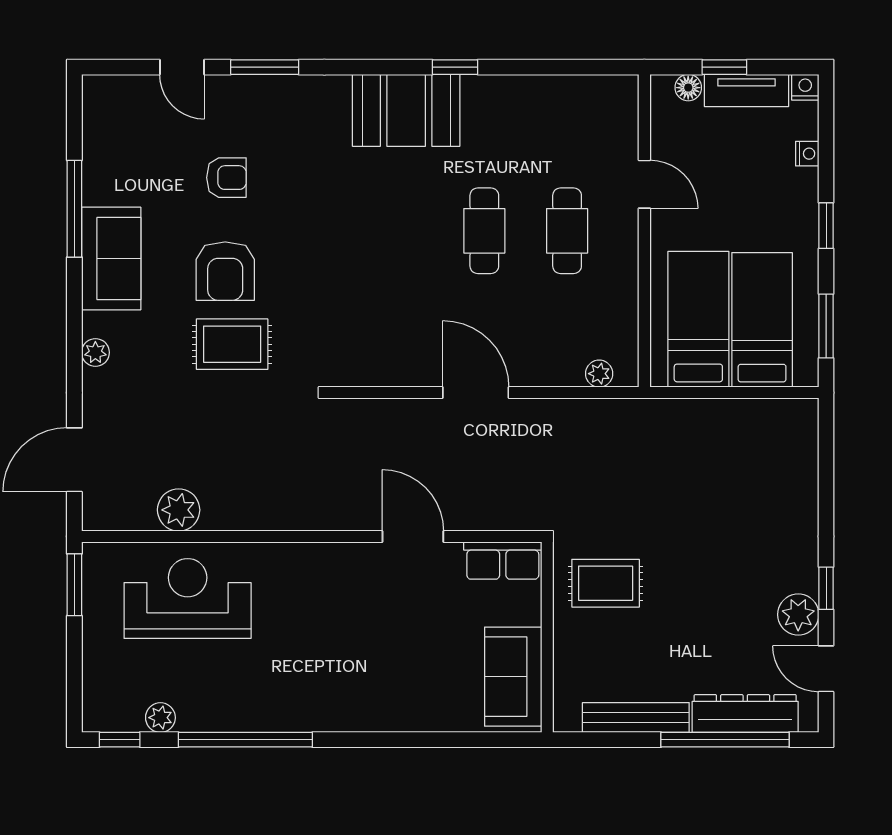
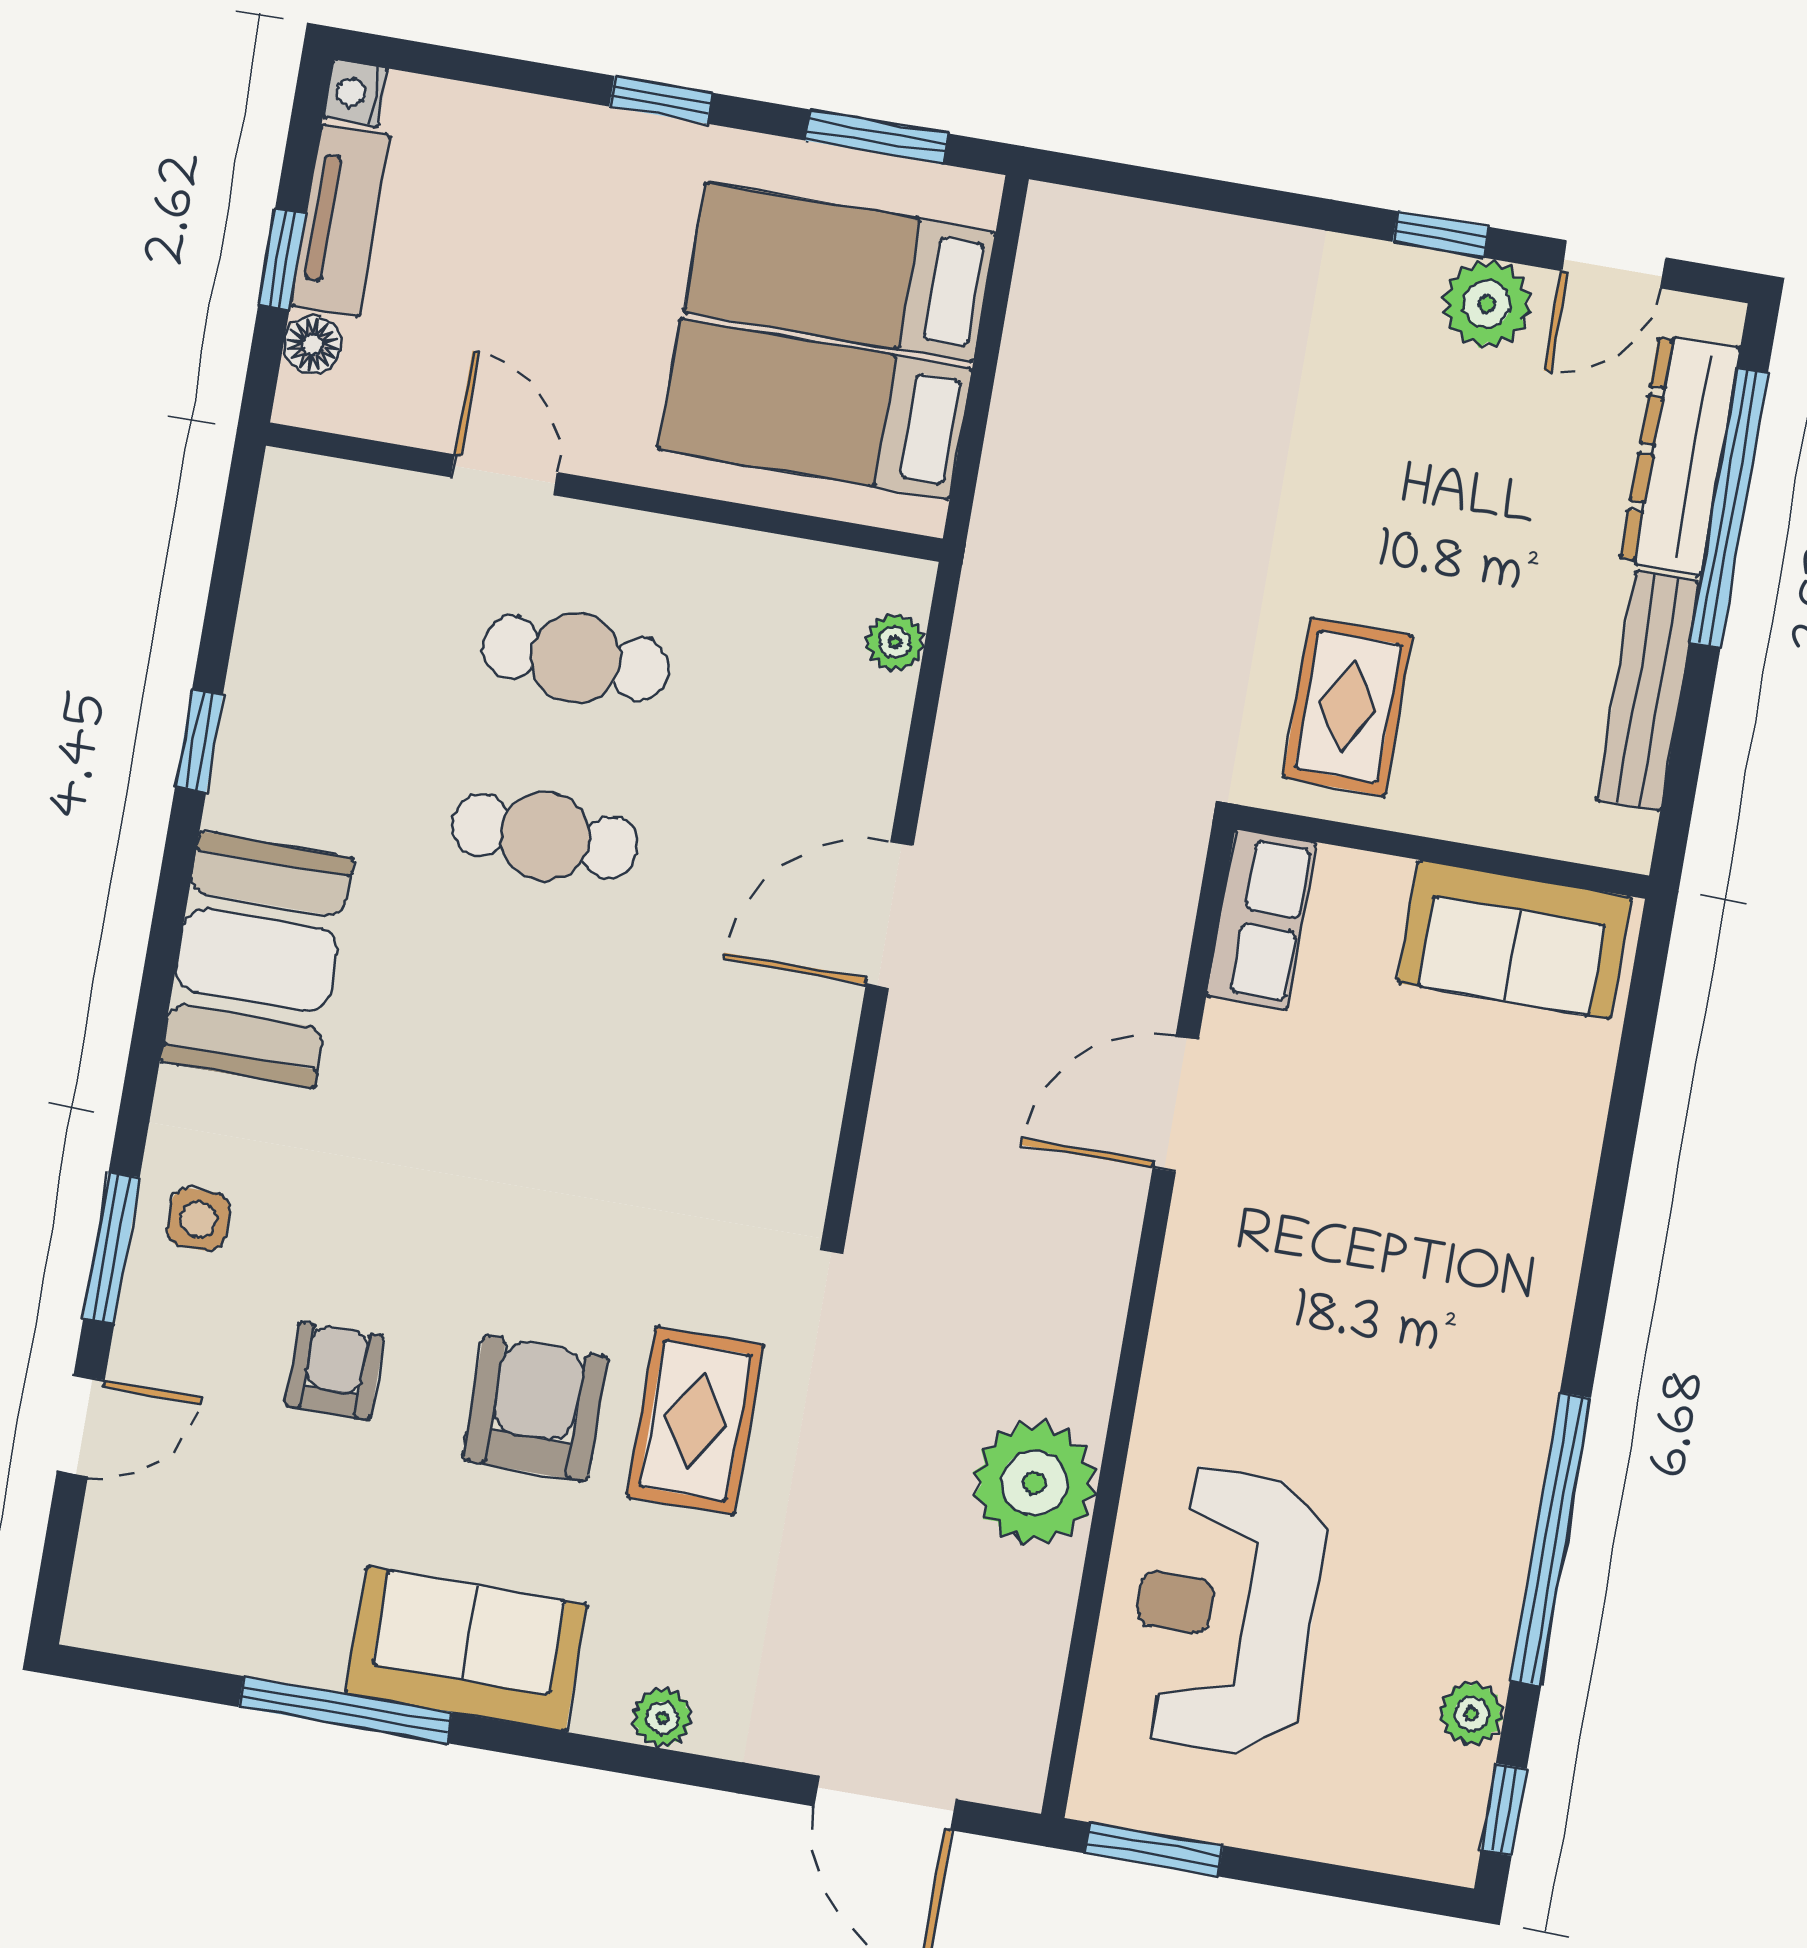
window: (455, 67) -> (199, 741), moved
side table: (284, 104) -> (198, 1220), added
nightstand: (807, 154) -> (499, 113), removed
door: (644, 184) -> (505, 475), hinge flipped
armchair: (225, 271) -> (535, 1408), turned -90
plant: (179, 510) -> (1034, 1483), moved, width x1.36, depth x1.36

